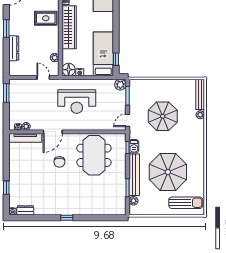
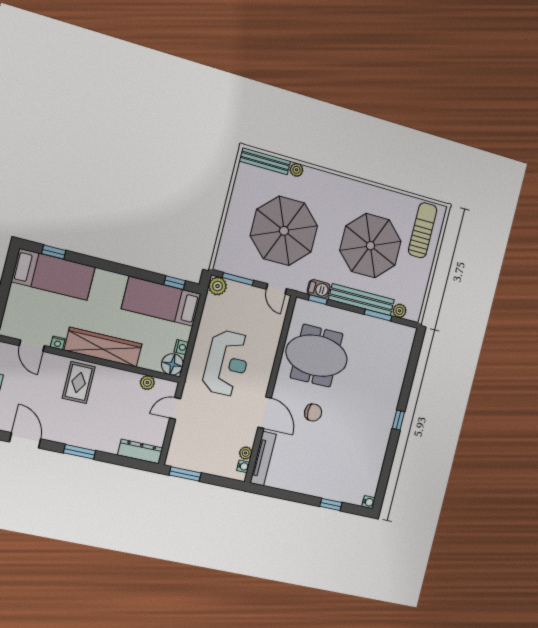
dresser: (14, 48) -> (140, 451), moved
parasol: (163, 116) -> (284, 231), width x1.36, depth x1.36
dresser: (25, 210) -> (372, 482), removed

